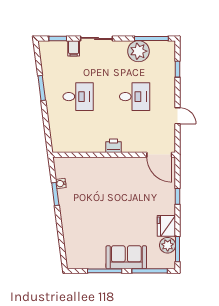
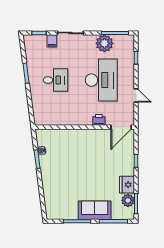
desk: (135, 97) -> (101, 80), width x1.87, depth x1.30
printer: (113, 146) -> (99, 120), moved
door: (159, 155) -> (121, 127), hinge flipped

